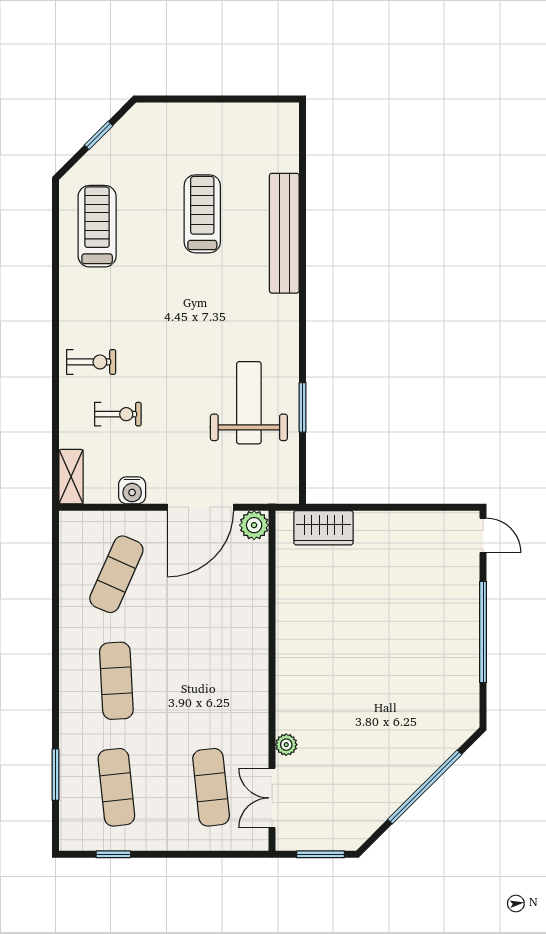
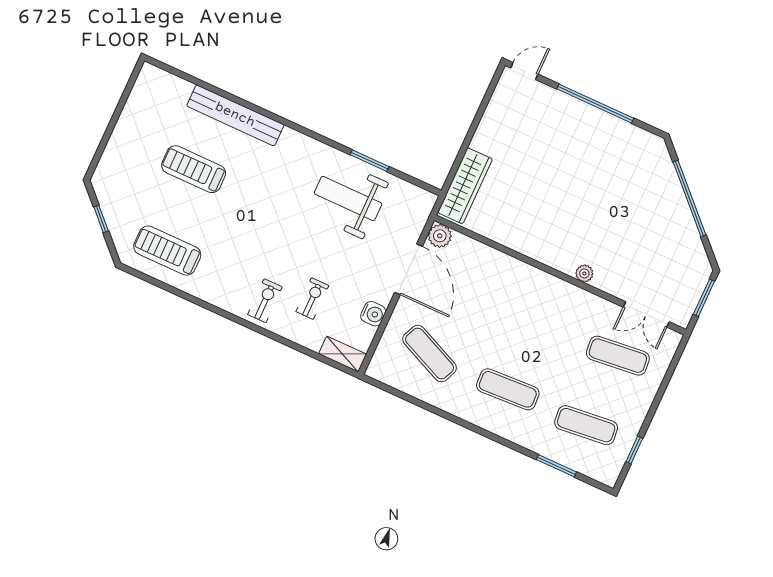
wardrobe: (323, 528) -> (465, 186), width x1.50
plant: (286, 745) -> (584, 273), moved

